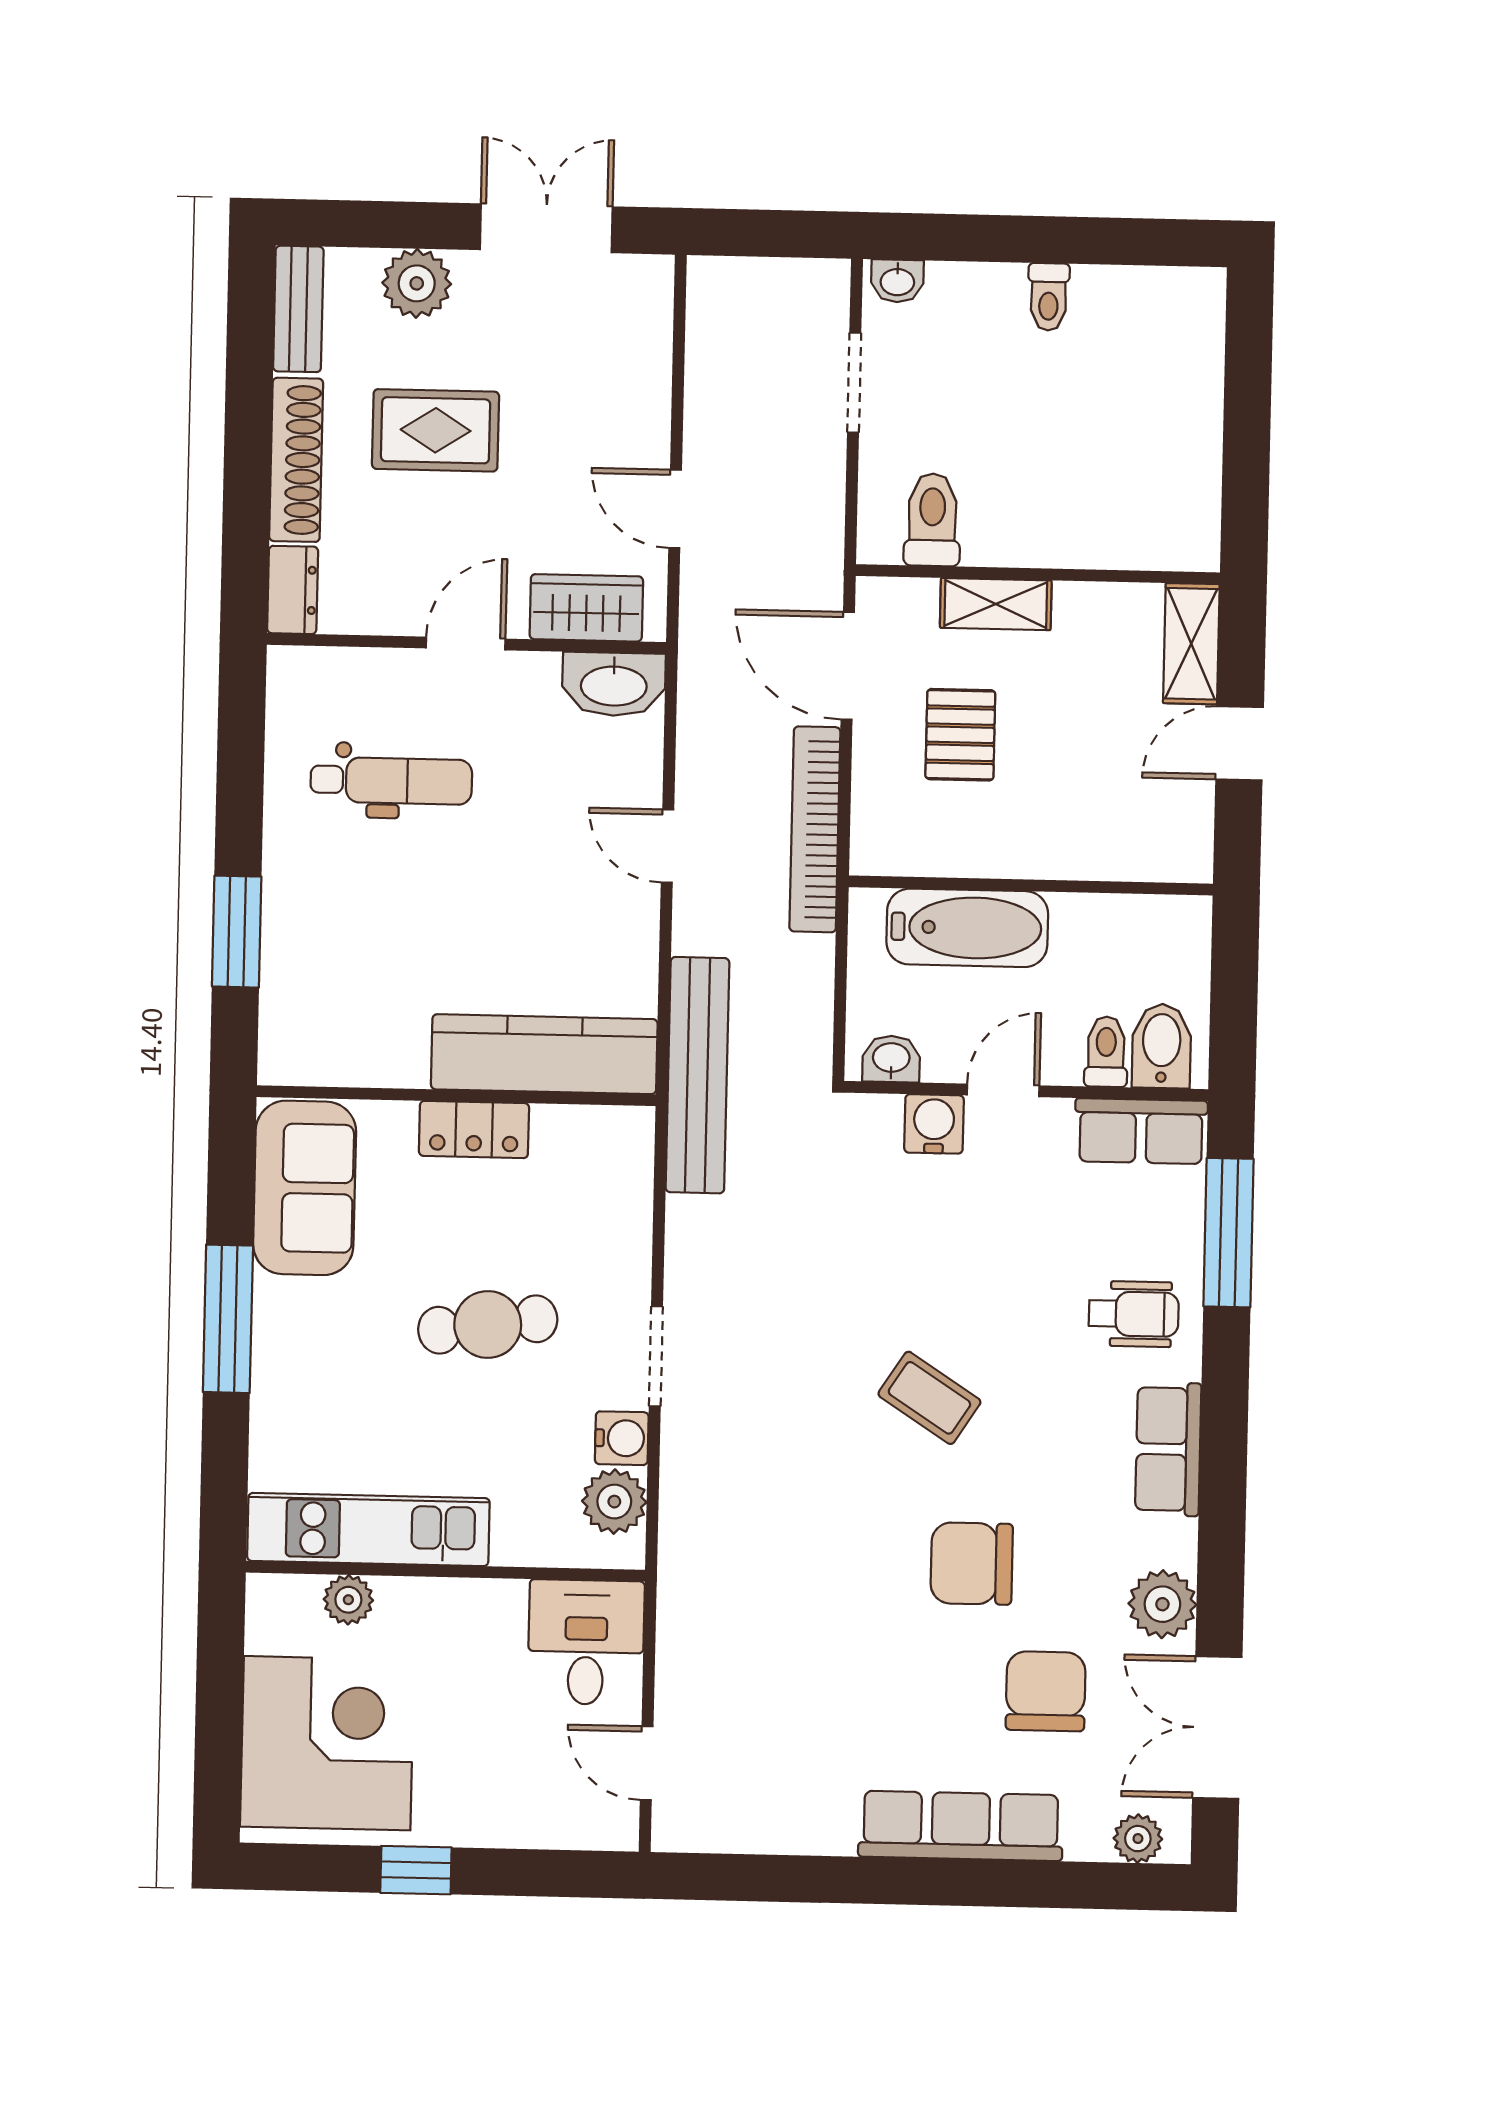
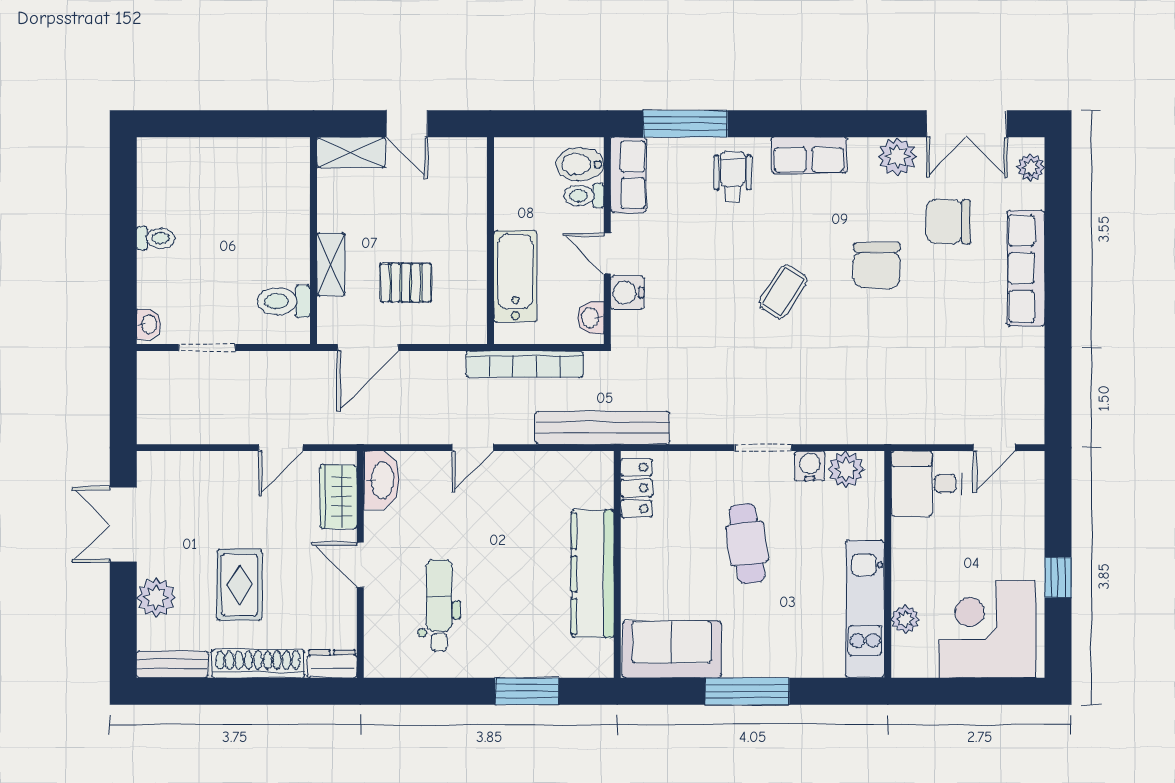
bookcase: (815, 829) -> (525, 364), moved
kitchen counter: (544, 1054) -> (593, 574), moved
locker: (474, 1129) -> (636, 488), moved

